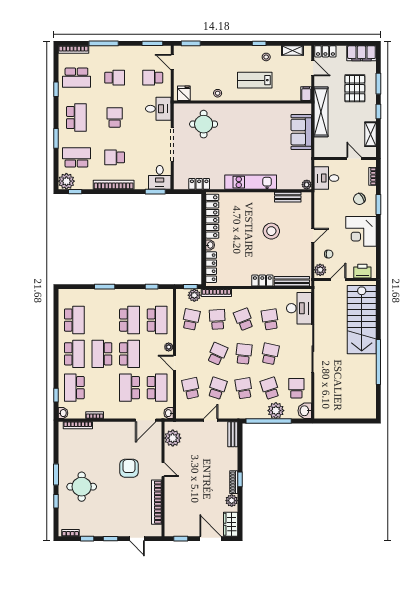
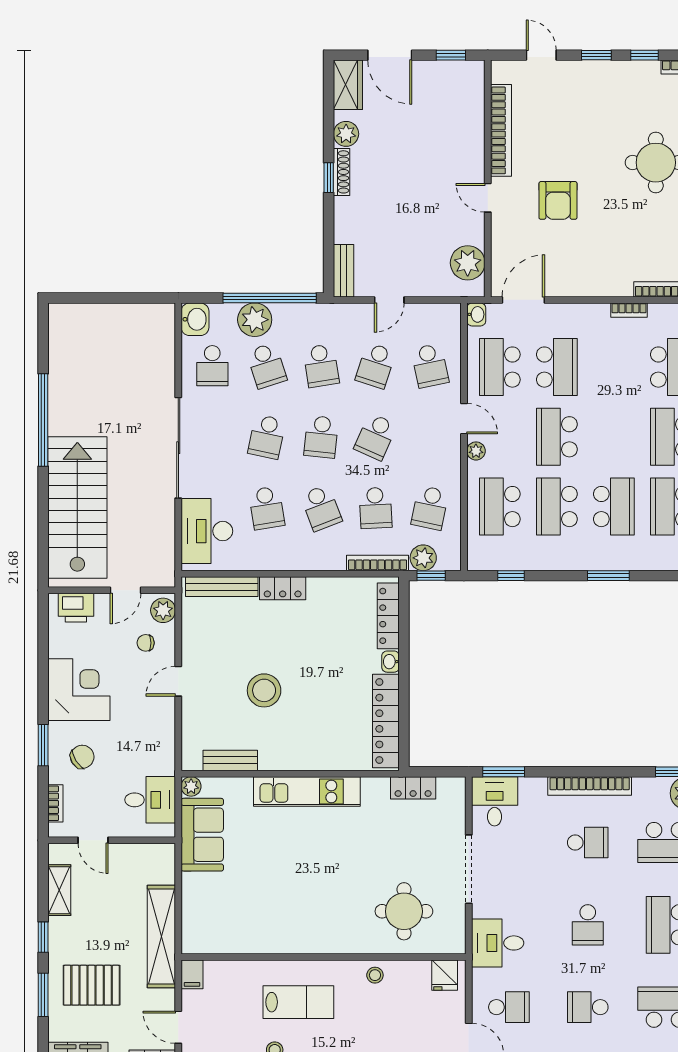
pallet: (355, 88) -> (92, 985), turned 90
sofa: (301, 132) -> (202, 835), moved
school desk: (102, 354) -> (614, 507), moved

